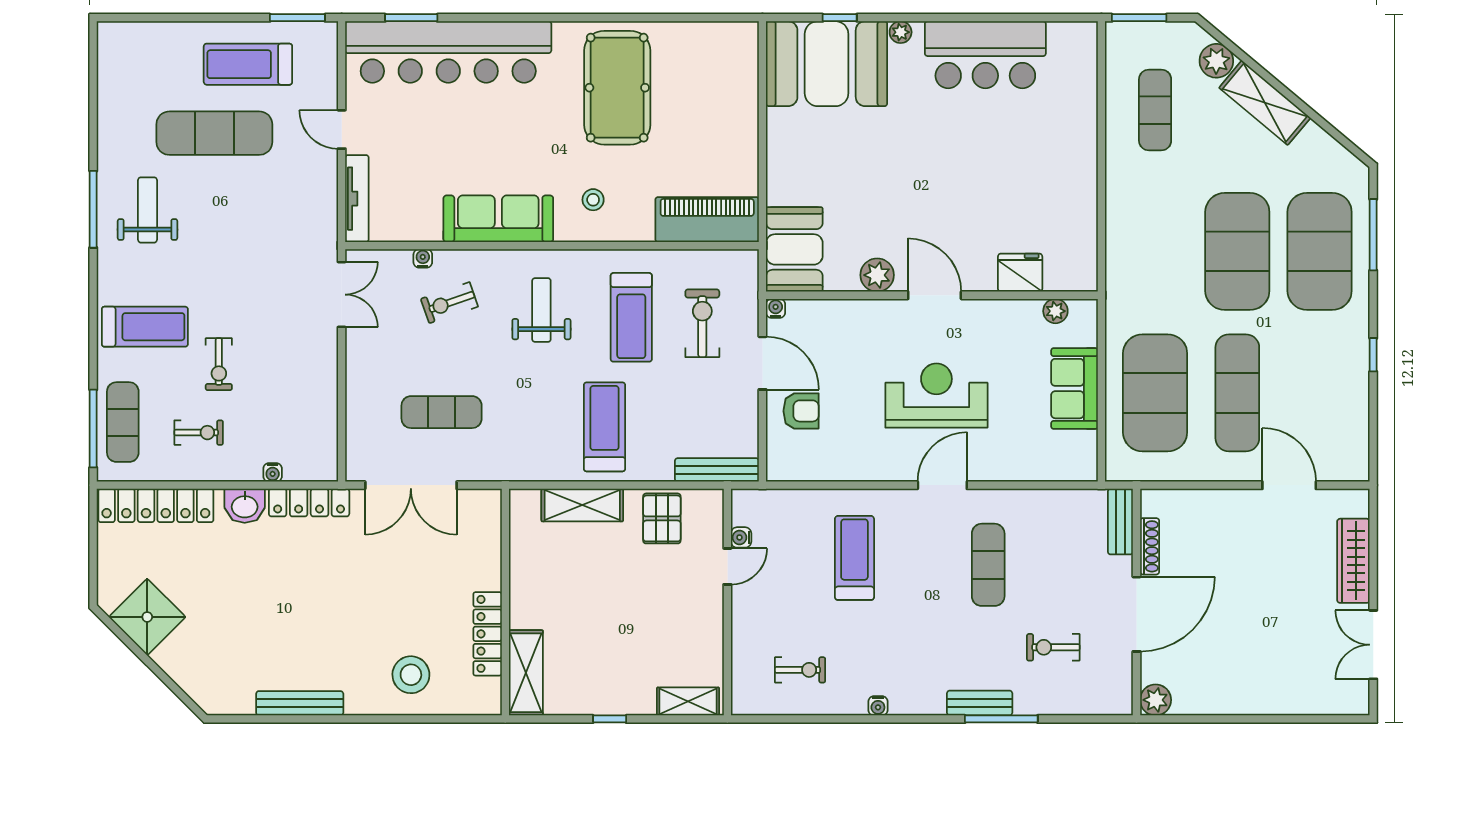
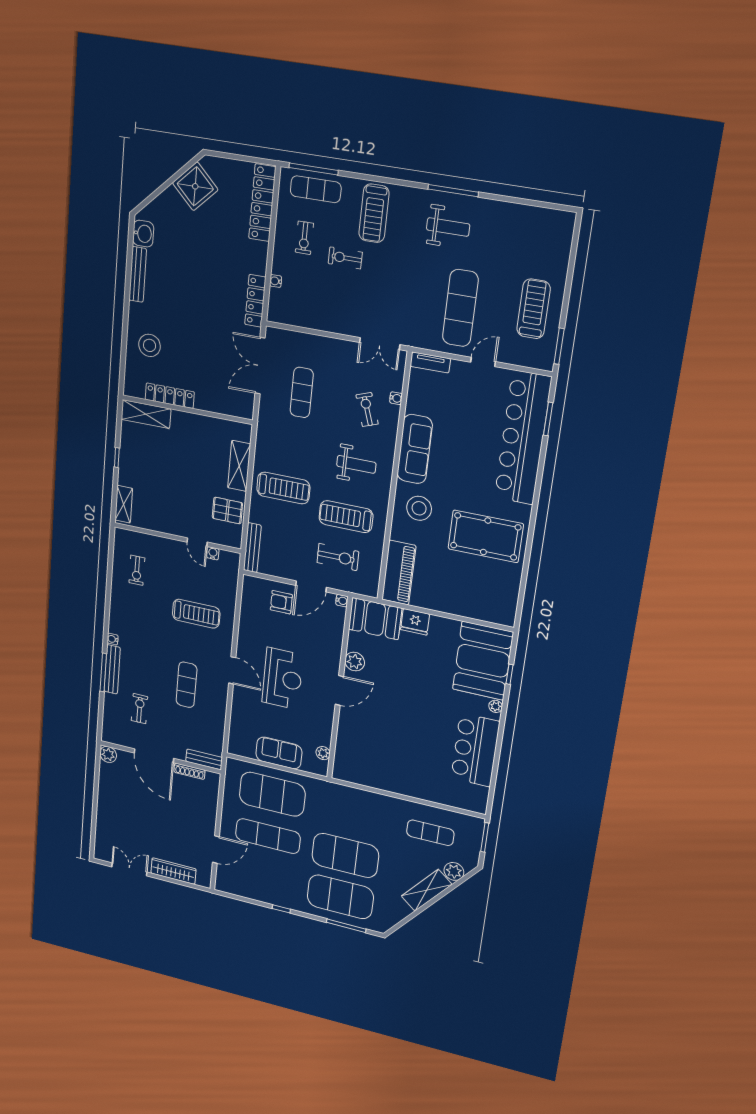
exercise mat: (214, 133) -> (460, 308), moved
tv unit: (357, 199) -> (430, 362), width x0.71
stool: (593, 200) -> (419, 508), width x1.89, depth x1.89
fridge: (1020, 273) -> (415, 622), moved, turned 90
armchair: (801, 411) -> (281, 602), turned 90
washbasin: (245, 506) -> (143, 234), moved, turned 180
exercise mat: (988, 565) -> (186, 685), turned 90
bench: (980, 703) -> (112, 669), width x1.36
water cooler: (878, 706) -> (113, 639), moved

